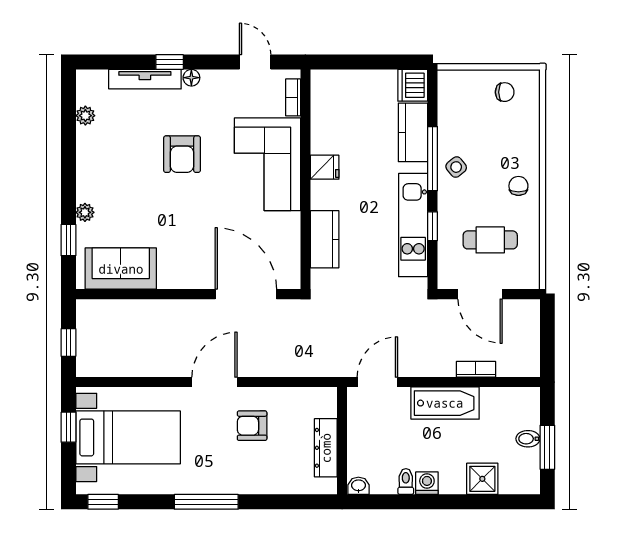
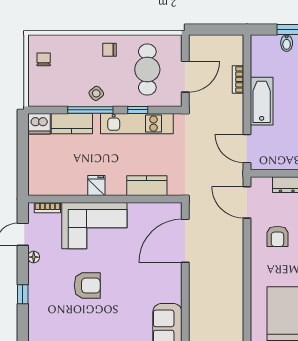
floor lamp: (191, 78) -> (34, 257), moved
tv unit: (145, 79) -> (35, 311), removed
cafe table: (490, 240) -> (147, 70), width x1.37, depth x1.35
door: (214, 382) -> (247, 202), moved

